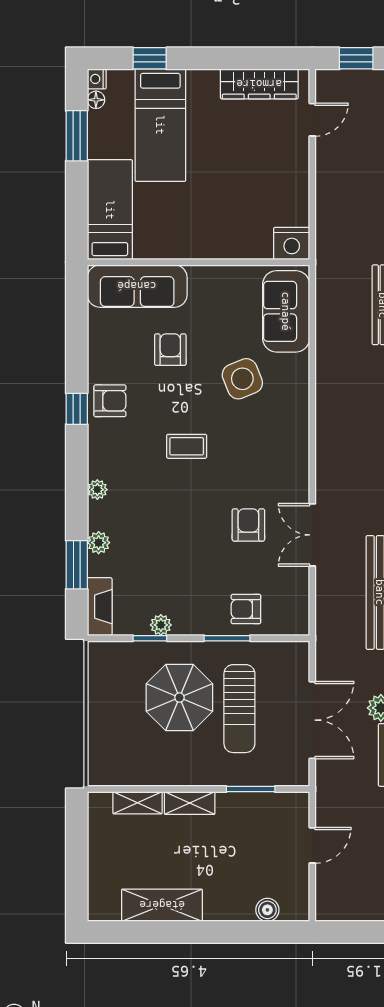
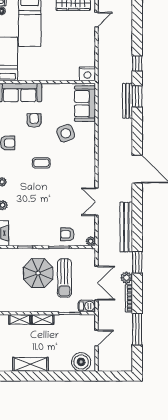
armchair: (248, 525) -> (68, 197), removed
plant: (161, 625) -> (91, 241), moved
barbecue: (290, 773) -> (87, 306), added
boiler: (267, 910) -> (81, 362), width x1.86, depth x1.86

